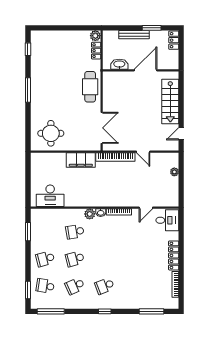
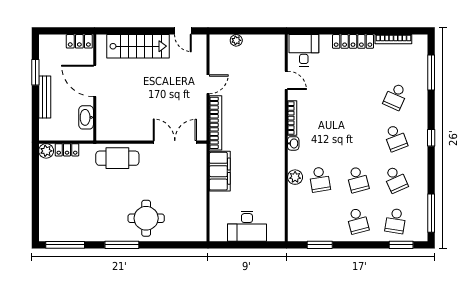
locker: (174, 40) -> (79, 41), moved
window: (28, 49) -> (65, 245), width x2.17
round table: (51, 133) -> (146, 218), moved
desk: (50, 196) -> (247, 226), moved, turned 90
plant: (90, 214) -> (295, 177), moved
school desk: (134, 286) -> (395, 96), added

